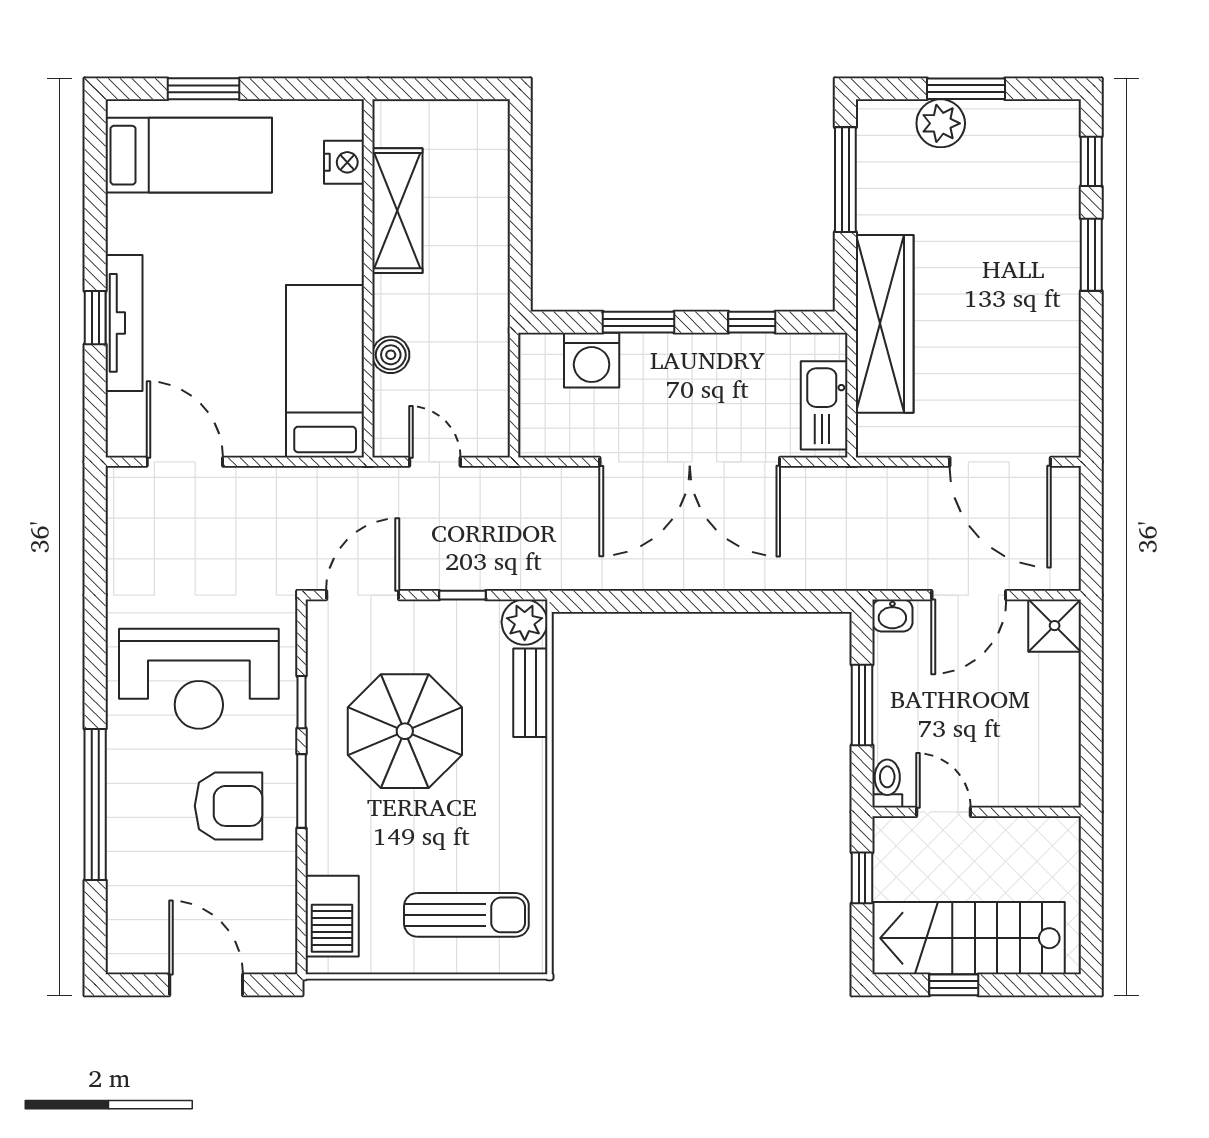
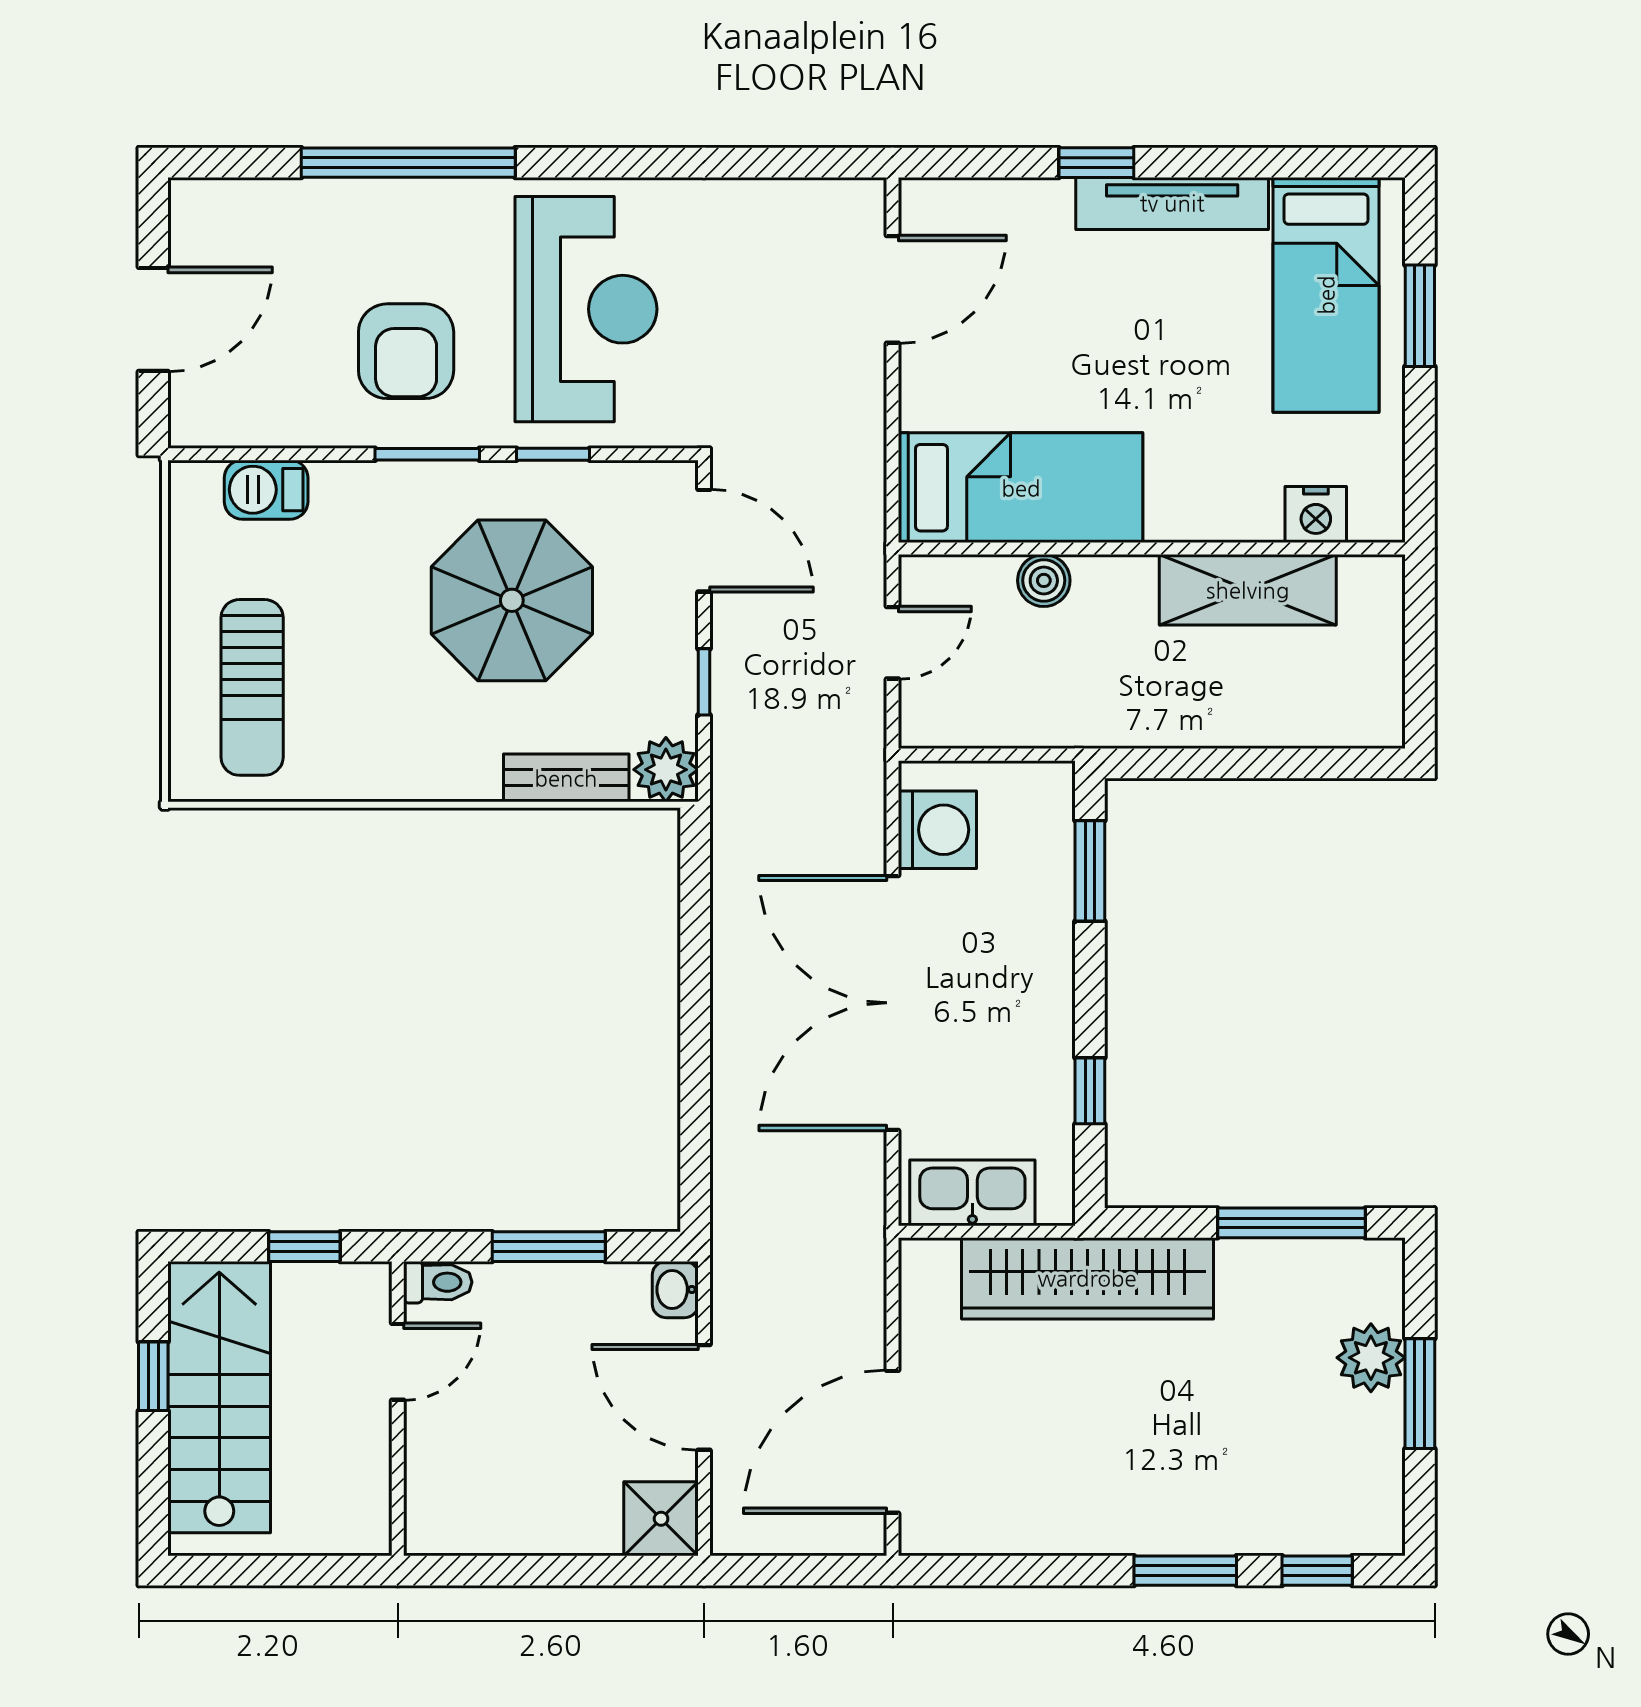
window: (638, 322) -> (1090, 871), moved
tv unit: (124, 323) -> (1172, 203), moved
washing machine: (592, 360) -> (937, 830), moved, turned 180
reception desk: (199, 679) -> (586, 309), turned 180
barbecue: (332, 916) -> (266, 490), width x0.73, depth x0.79

